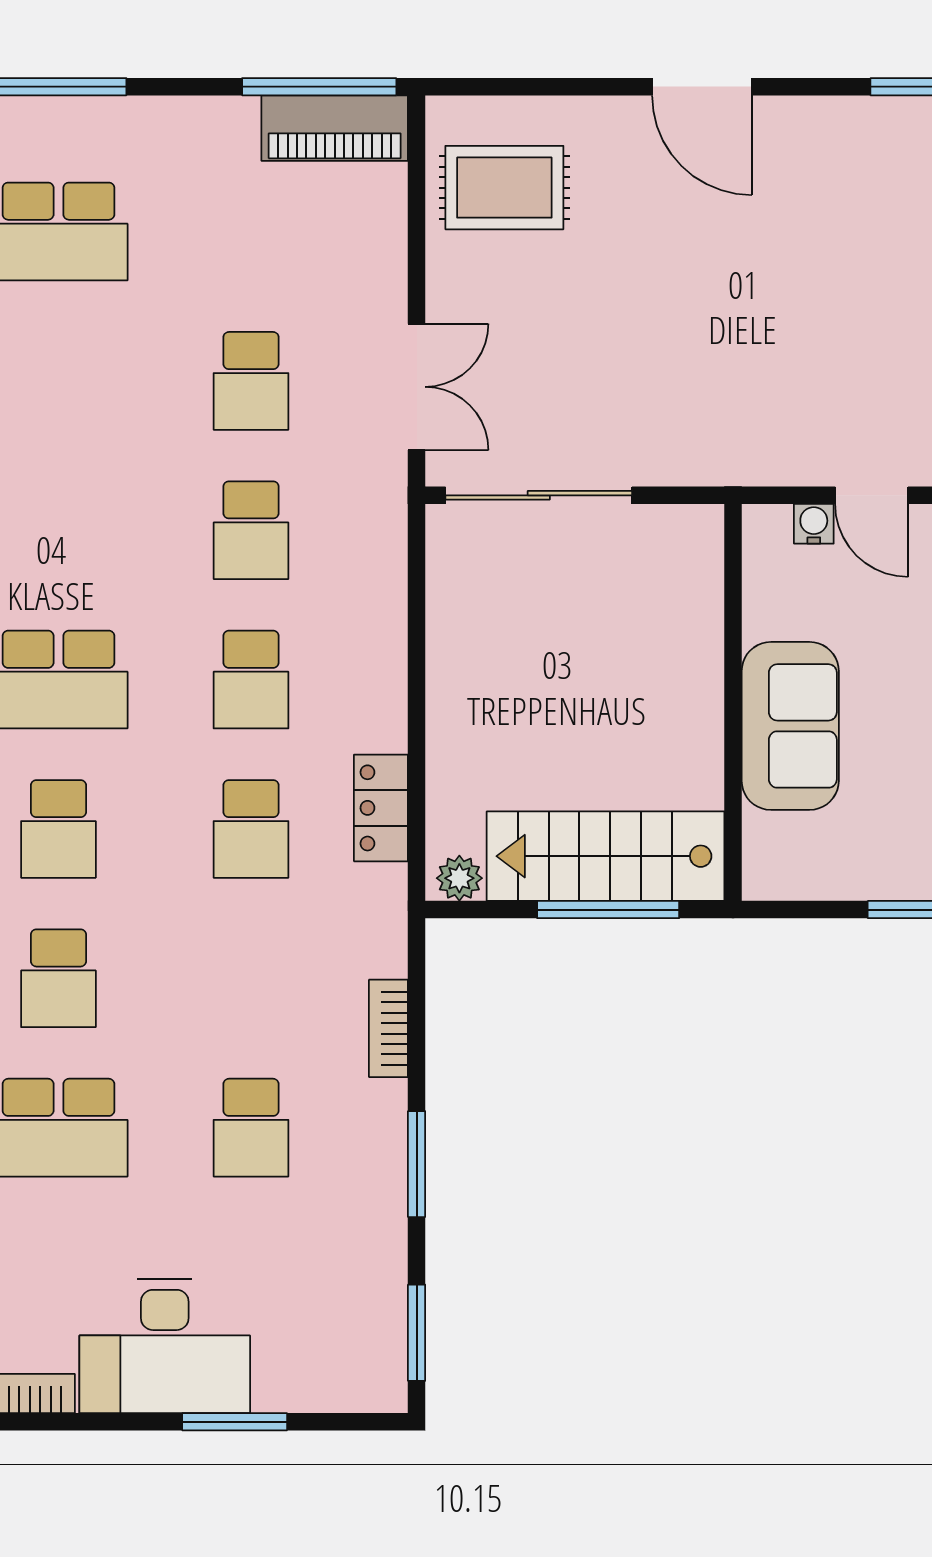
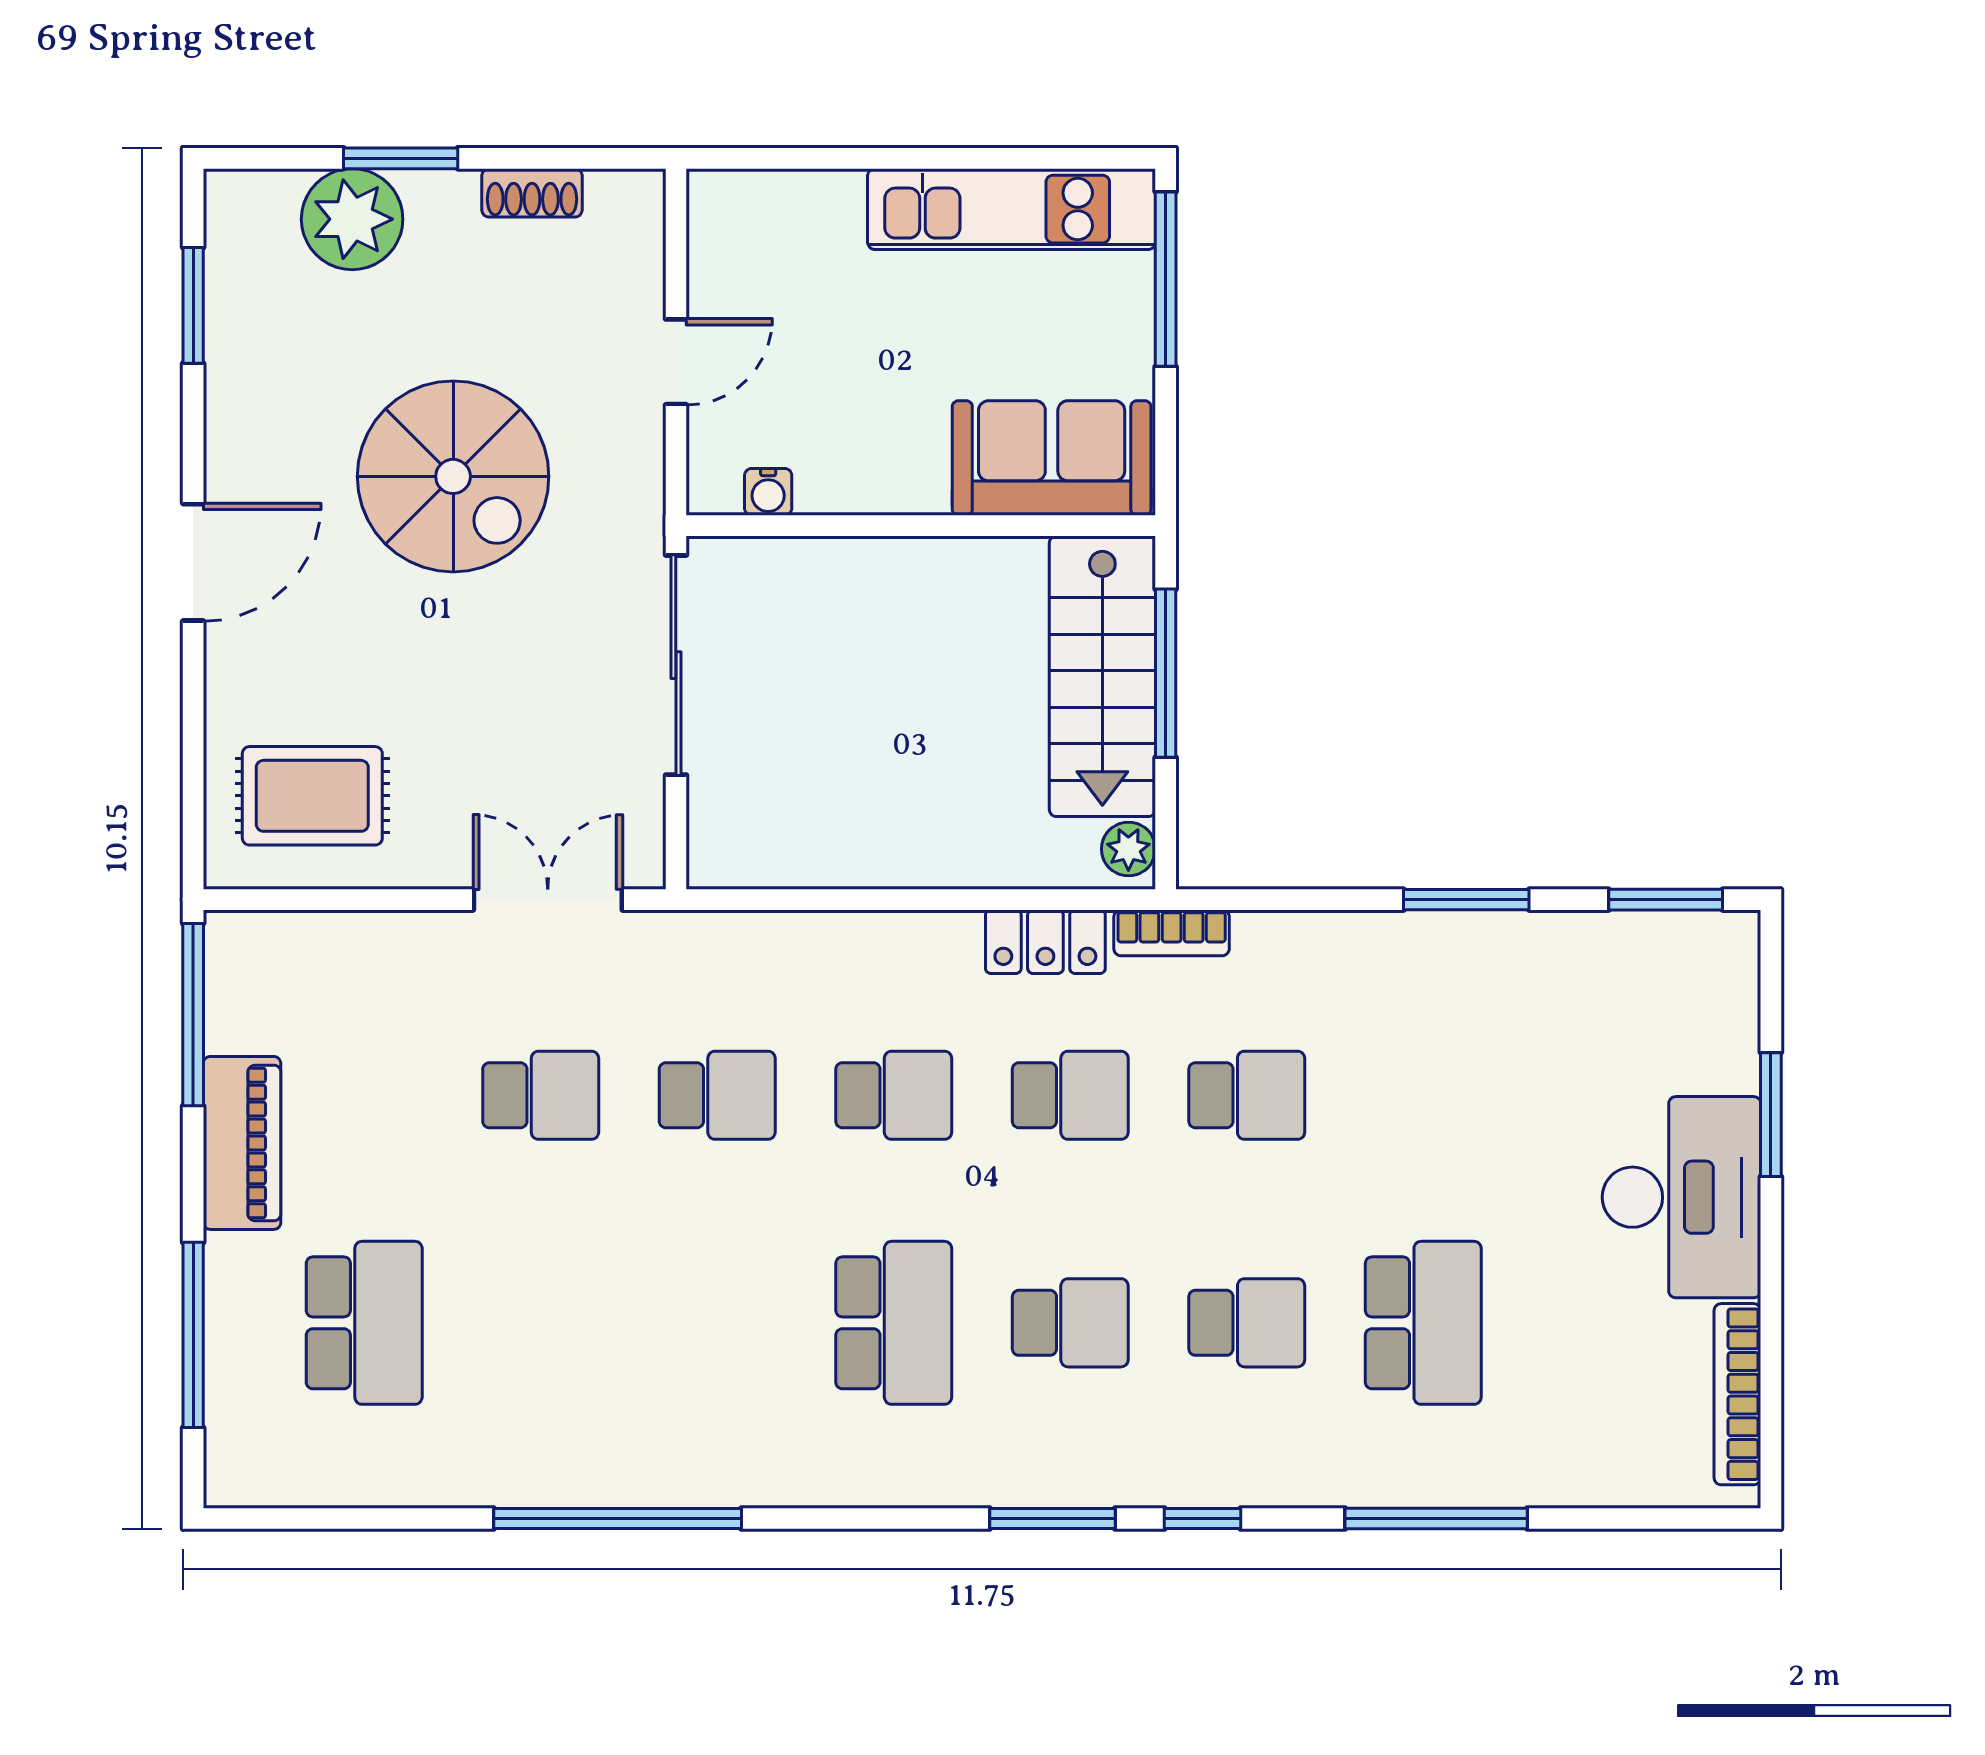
piano: (335, 128) -> (242, 1143), moved
rug: (504, 188) -> (312, 796), turned 90
spiral stairs: (775, 307) -> (453, 476), added
sliding door: (539, 495) -> (676, 665), moved
water cooler: (814, 524) -> (768, 492), moved, turned -90
sofa: (790, 726) -> (1052, 458), moved
bookcase: (388, 1028) -> (1172, 933), moved
school desk: (251, 1128) -> (1247, 1095), moved

